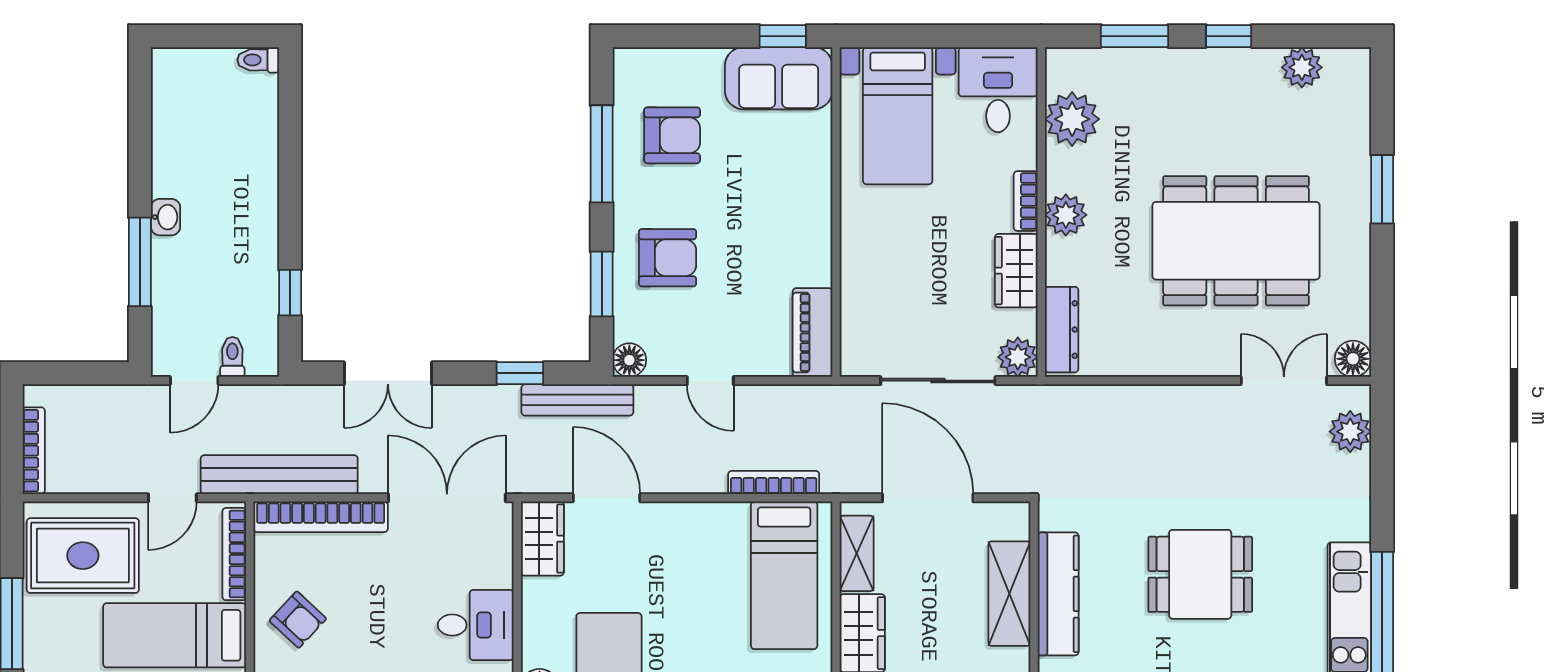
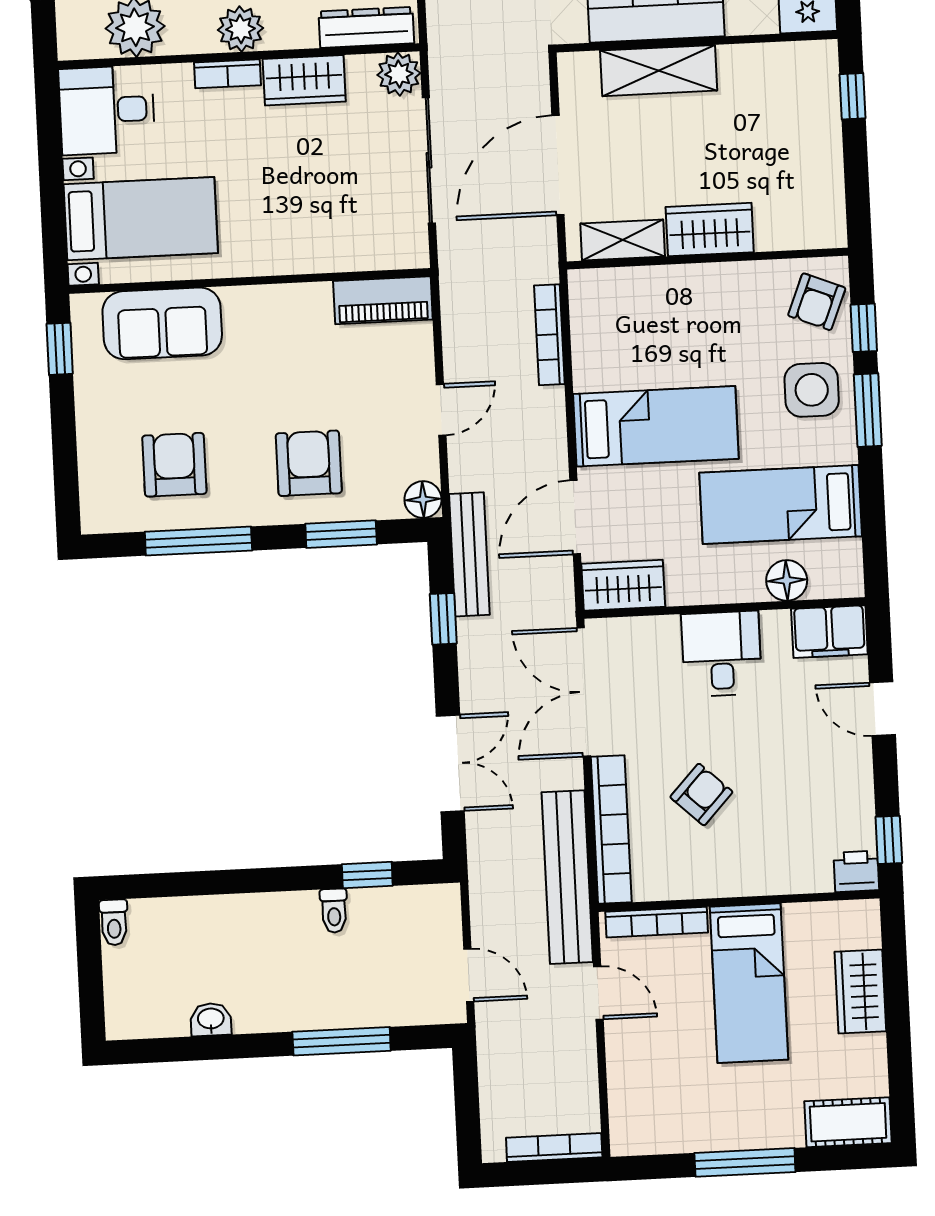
sofa: (779, 78) -> (162, 323), moved, turned 90
washbasin: (166, 217) -> (211, 1019), moved
toilet: (232, 357) -> (334, 911), moved, turned -90
rug: (83, 556) -> (666, 1088), removed
bed: (784, 575) -> (656, 426), moved
armchair: (298, 620) -> (701, 795), moved

